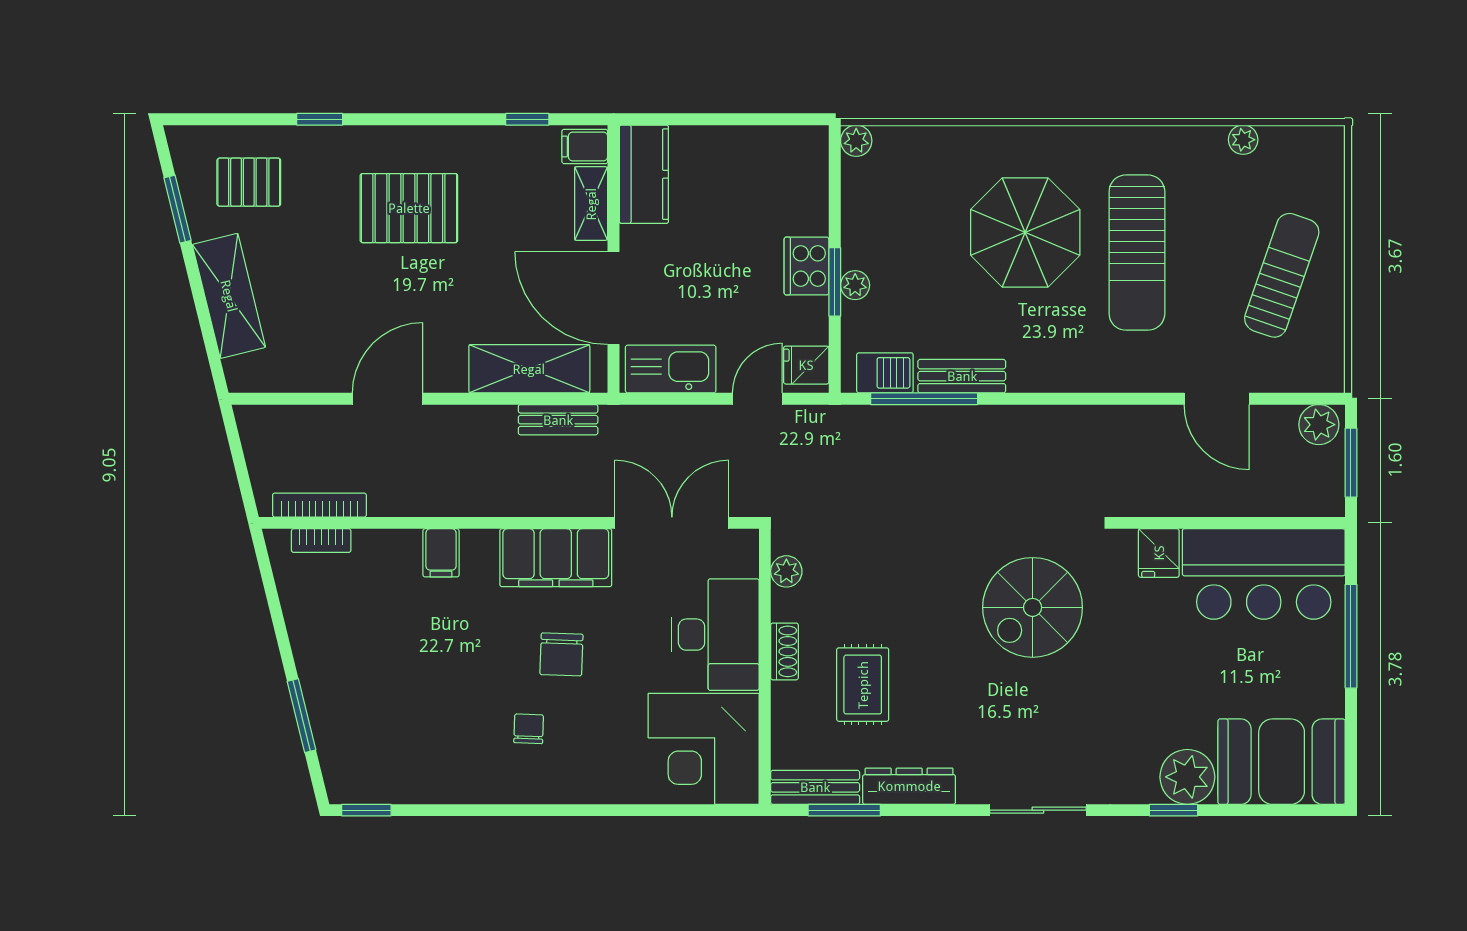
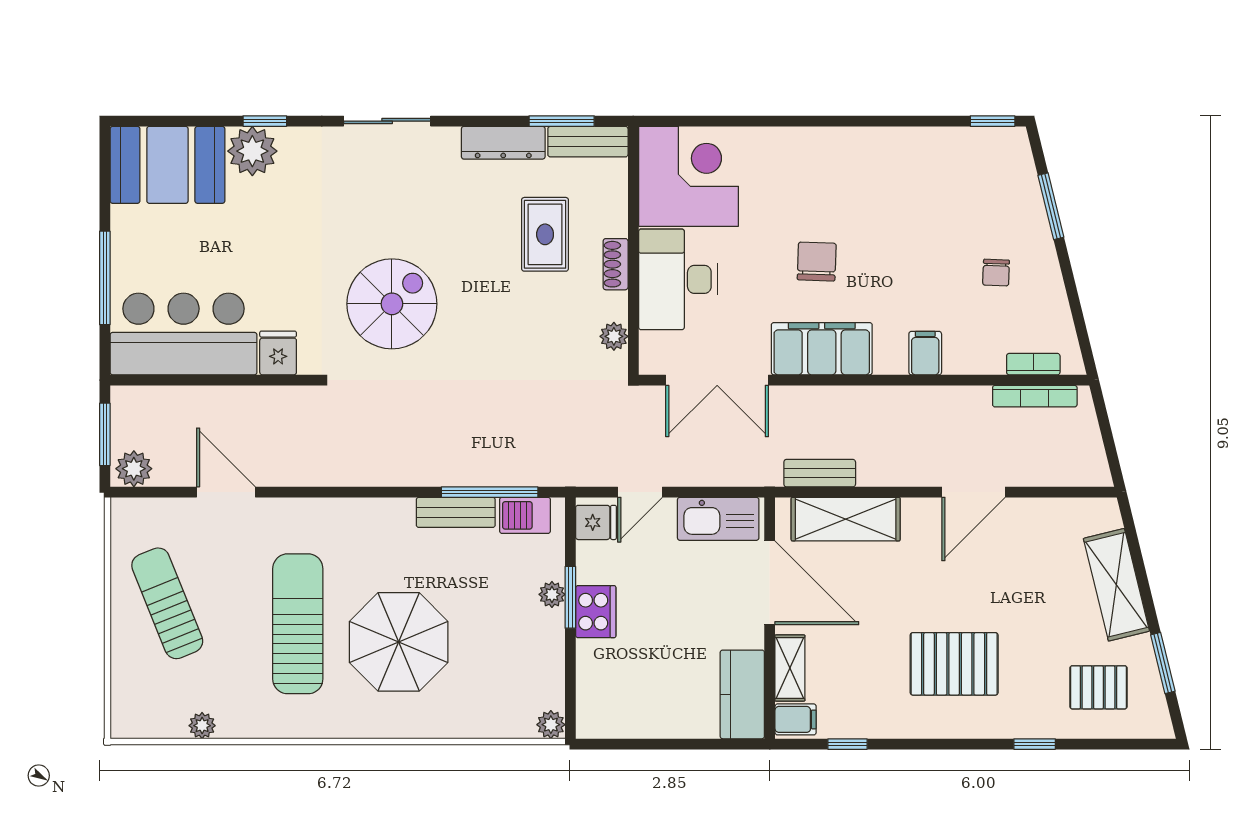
sun lounger: (1282, 275) -> (167, 603), turned 139
chair: (529, 729) -> (996, 273), moved

